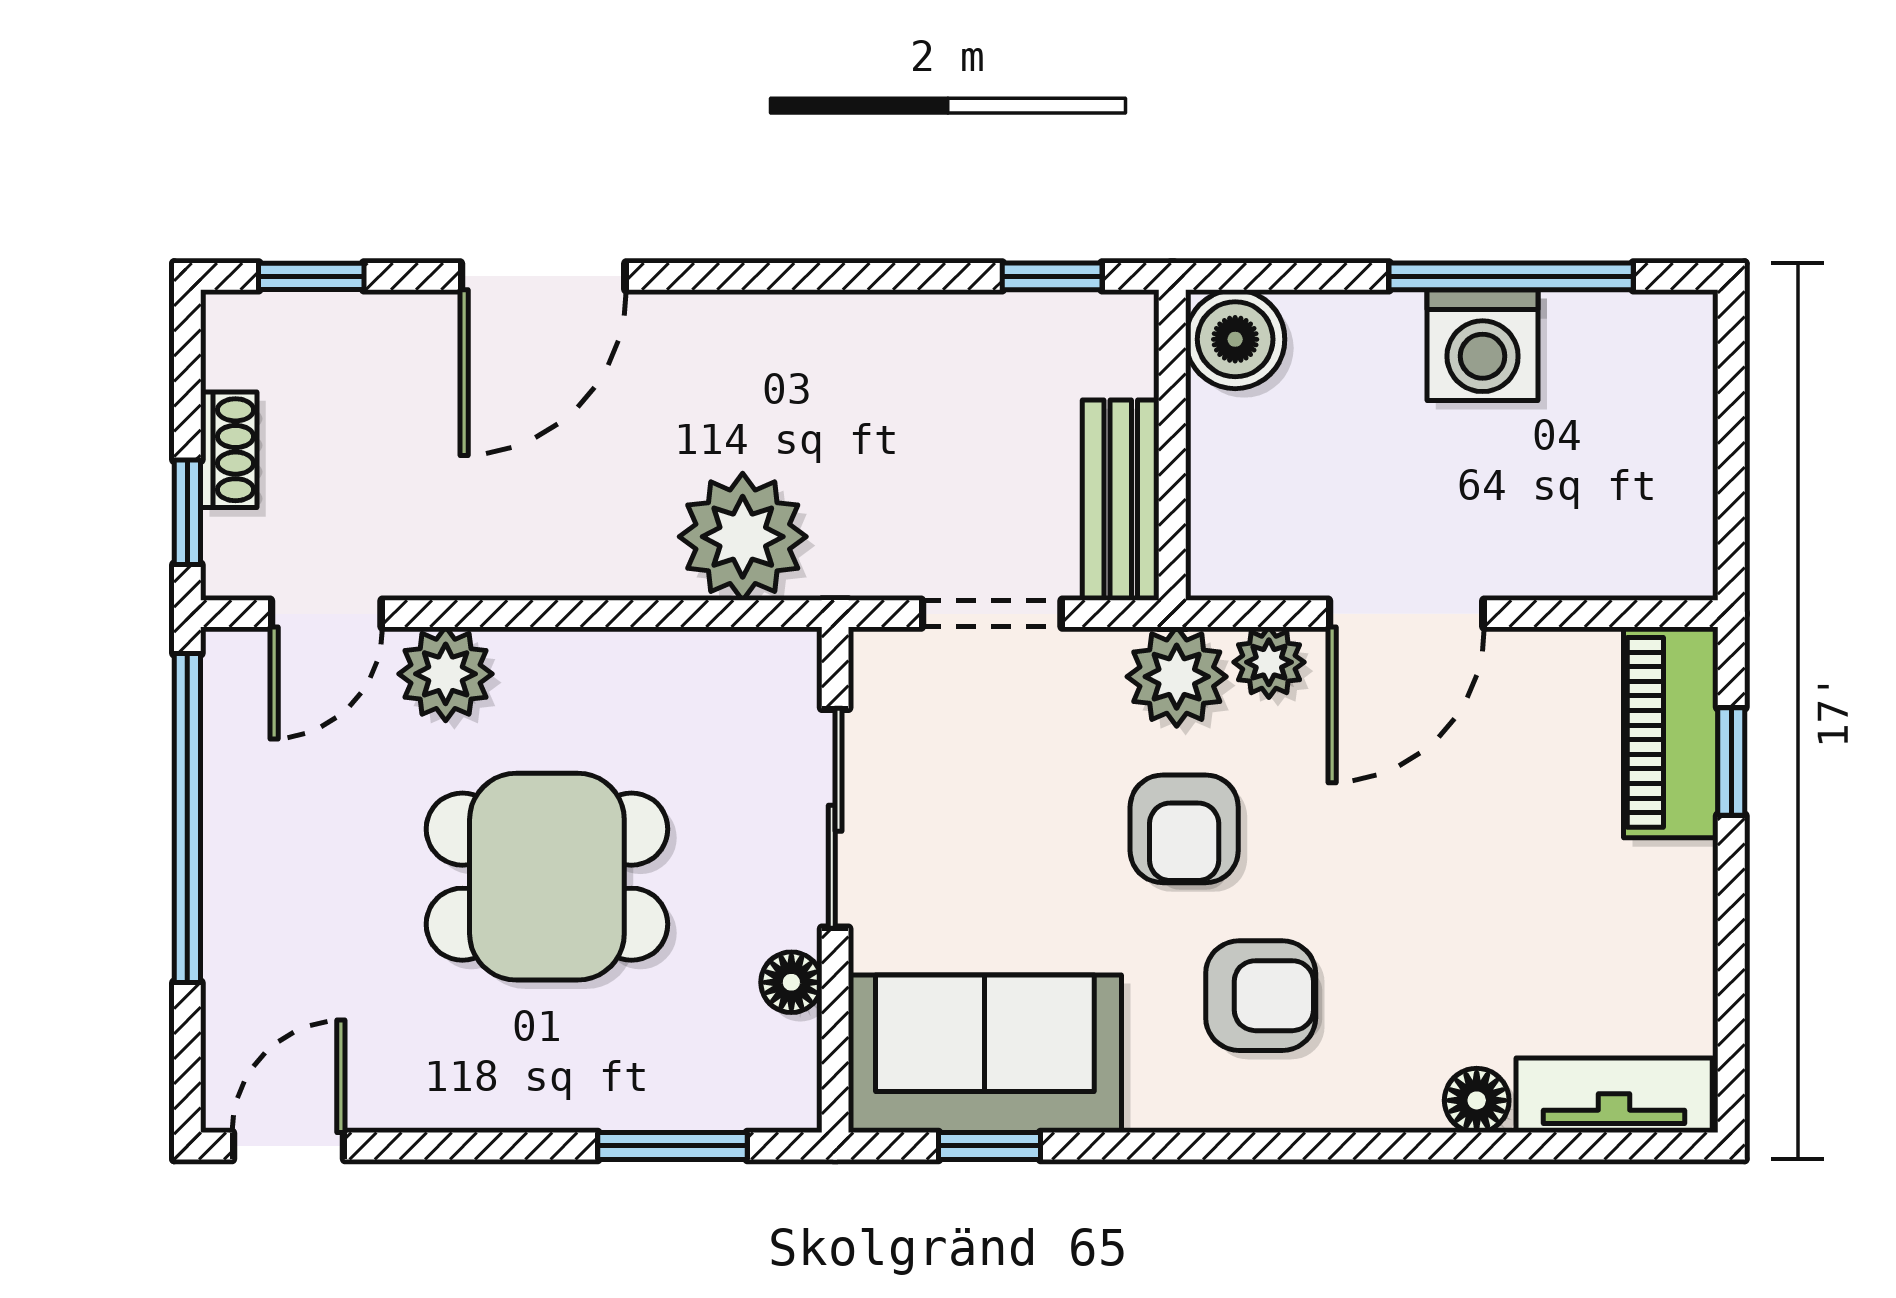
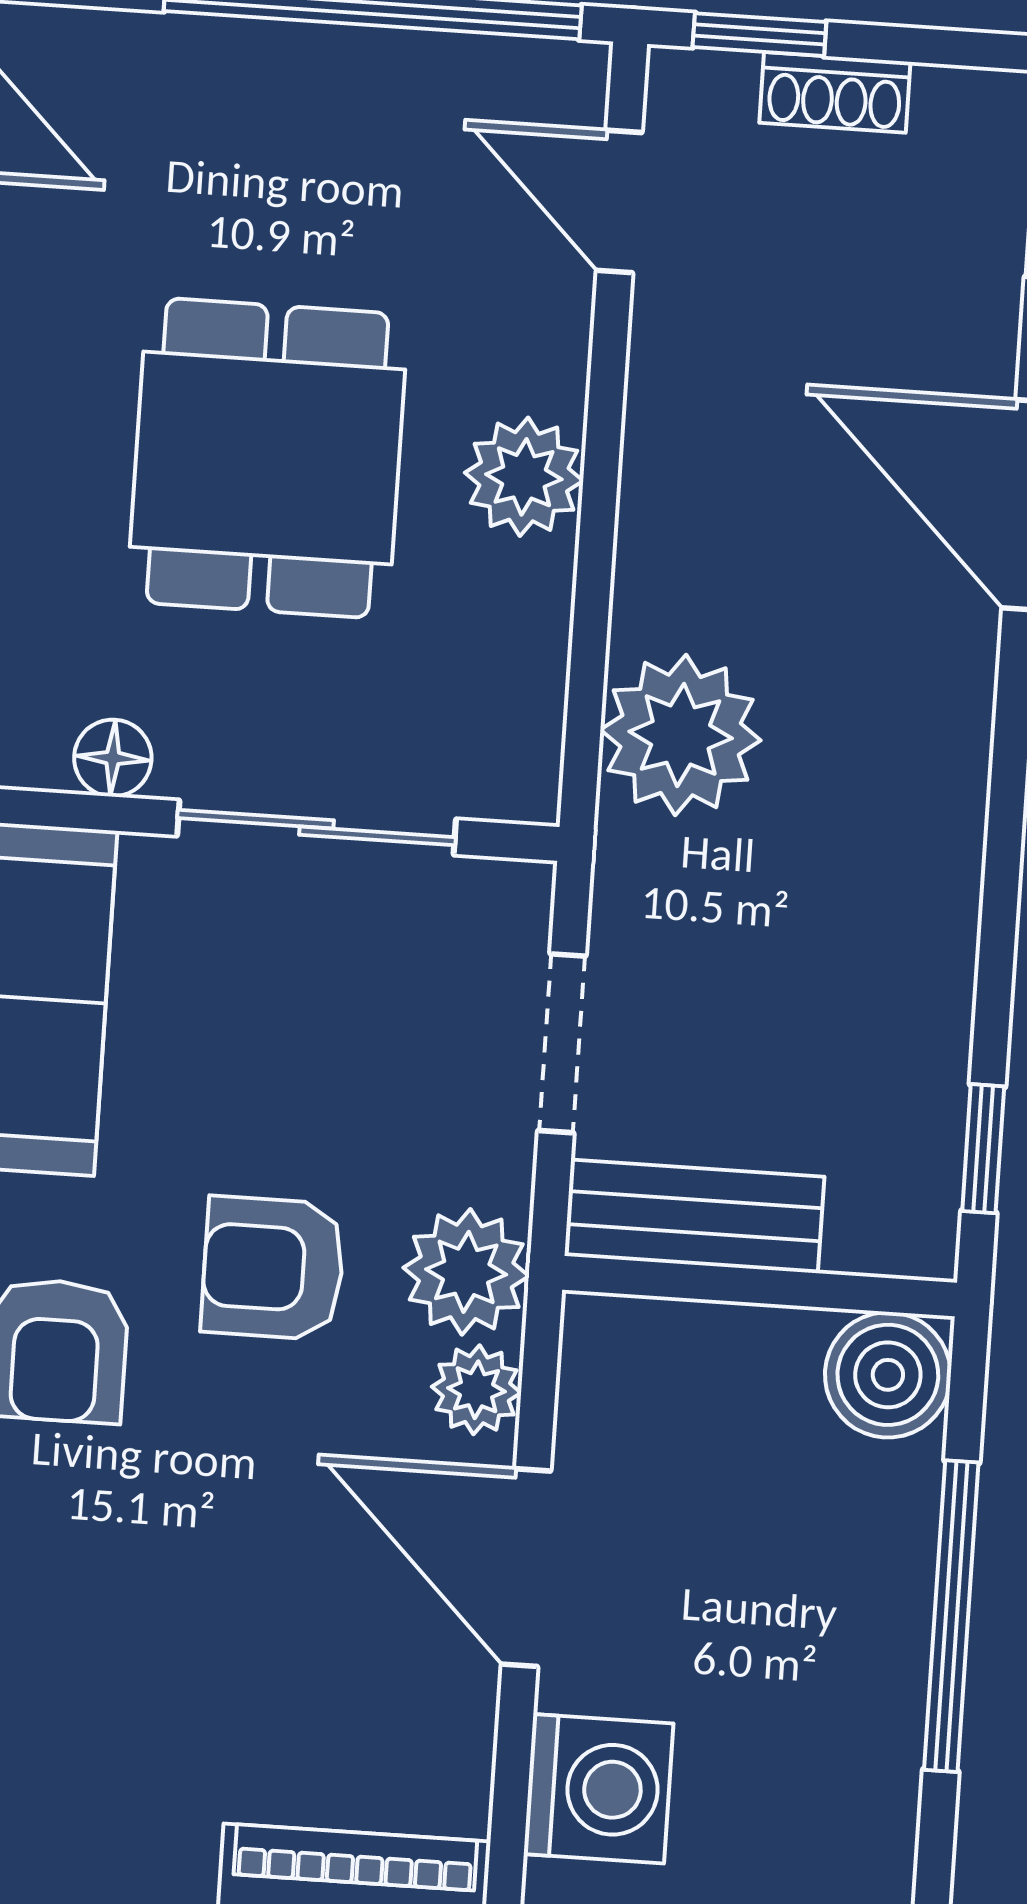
window: (1511, 276) -> (951, 1616), moved
washing machine: (1483, 345) -> (598, 1789), moved, turned 180
plant: (446, 674) -> (524, 477), moved

